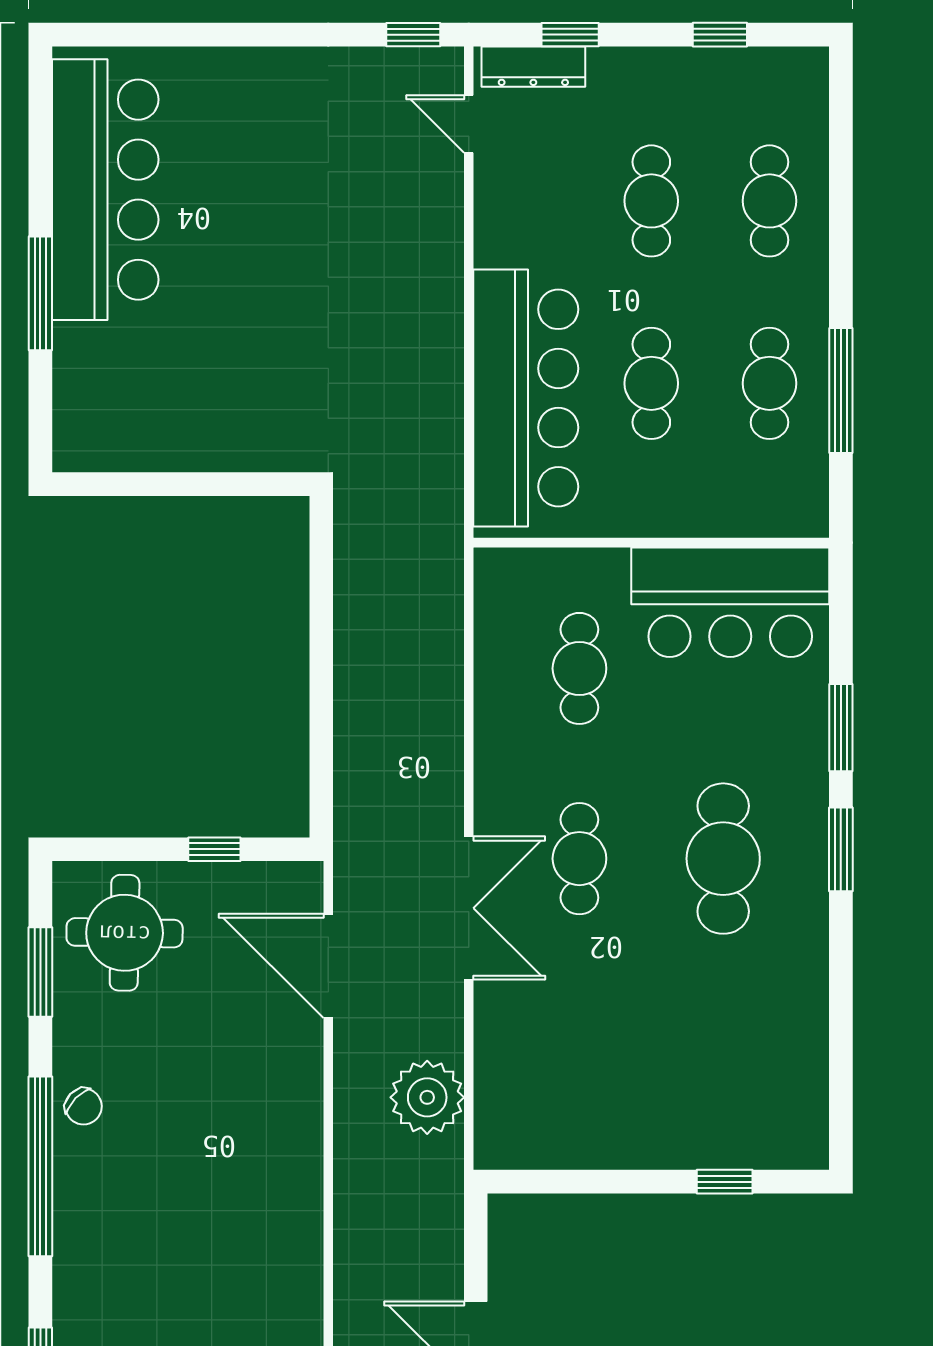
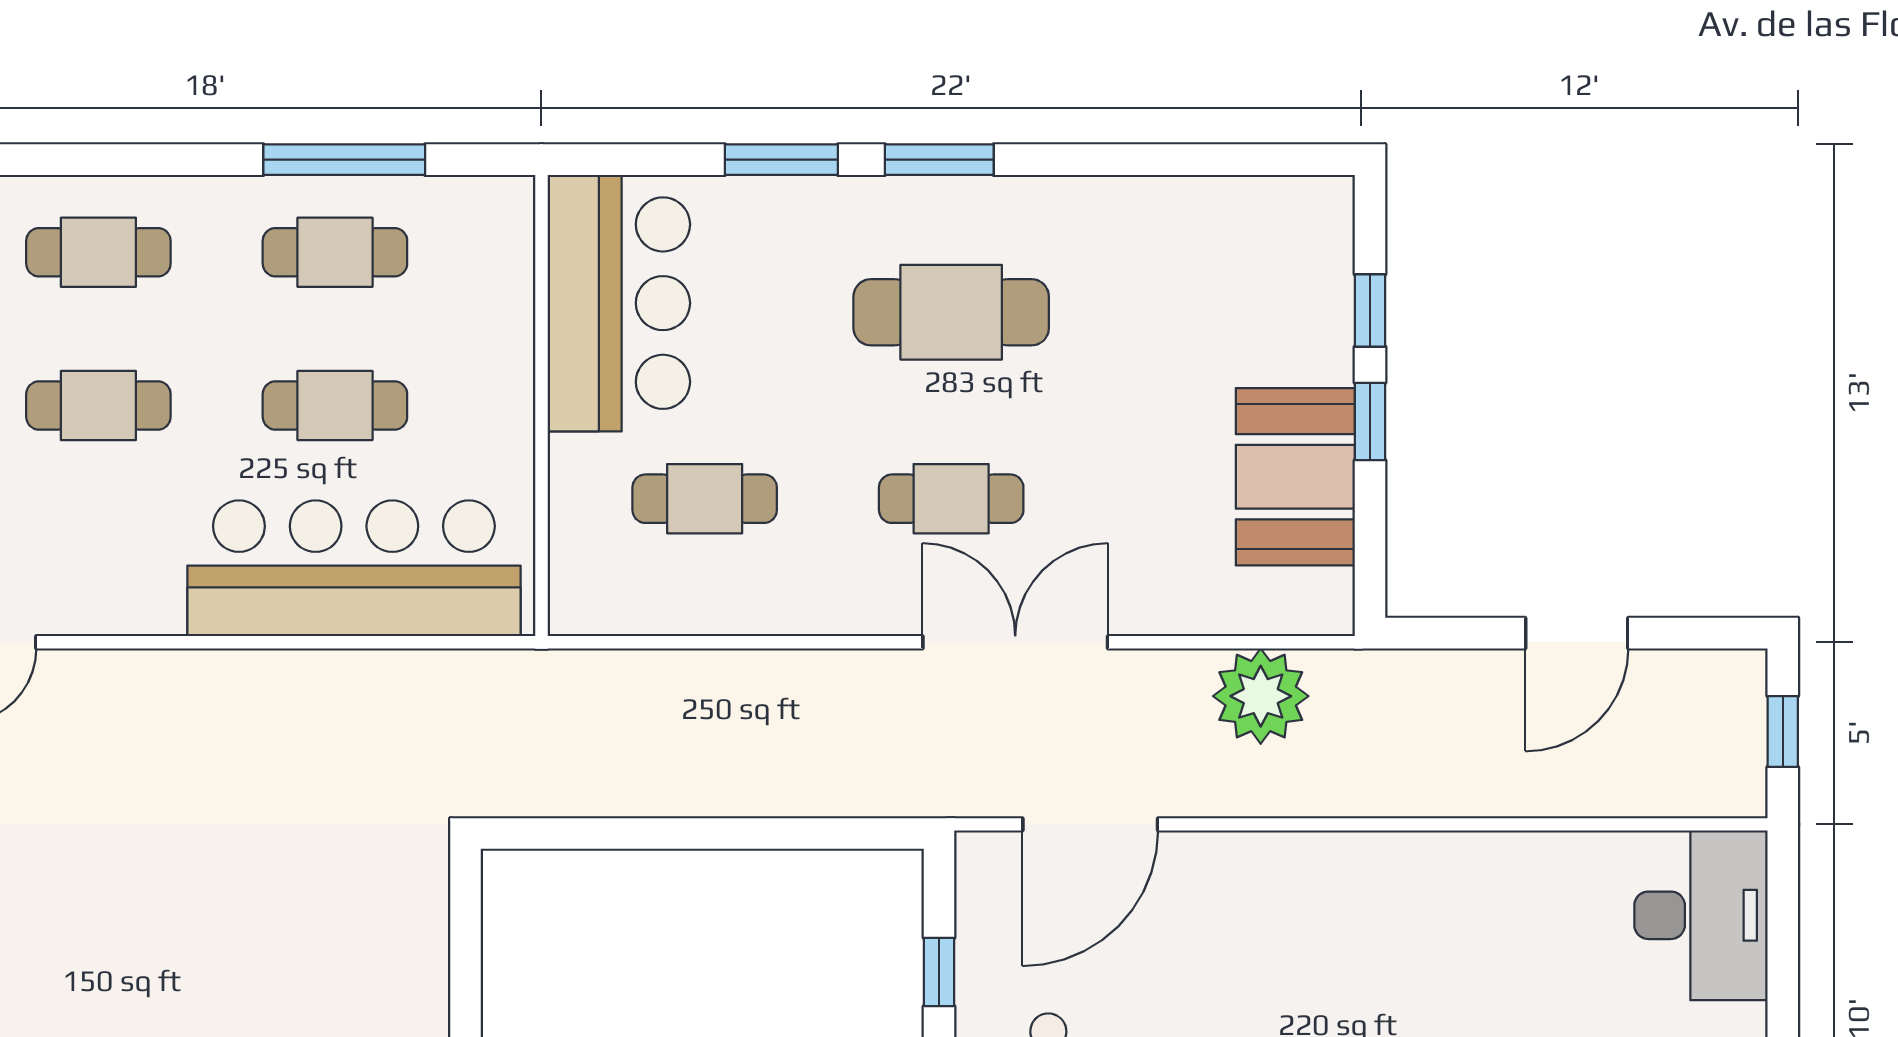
booth: (596, 1124) -> (1295, 477), added
window: (639, 1182) -> (1370, 421), added

